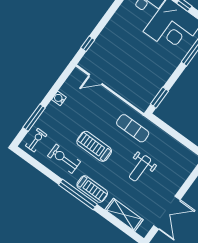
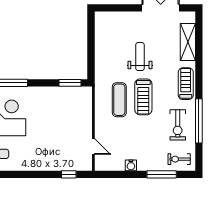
exercise mat: (133, 128) -> (119, 100), moved
treadmill: (94, 146) -> (143, 97), moved
weight bench: (140, 168) -> (140, 57), turned -90
window: (78, 194) -> (199, 121), moved

